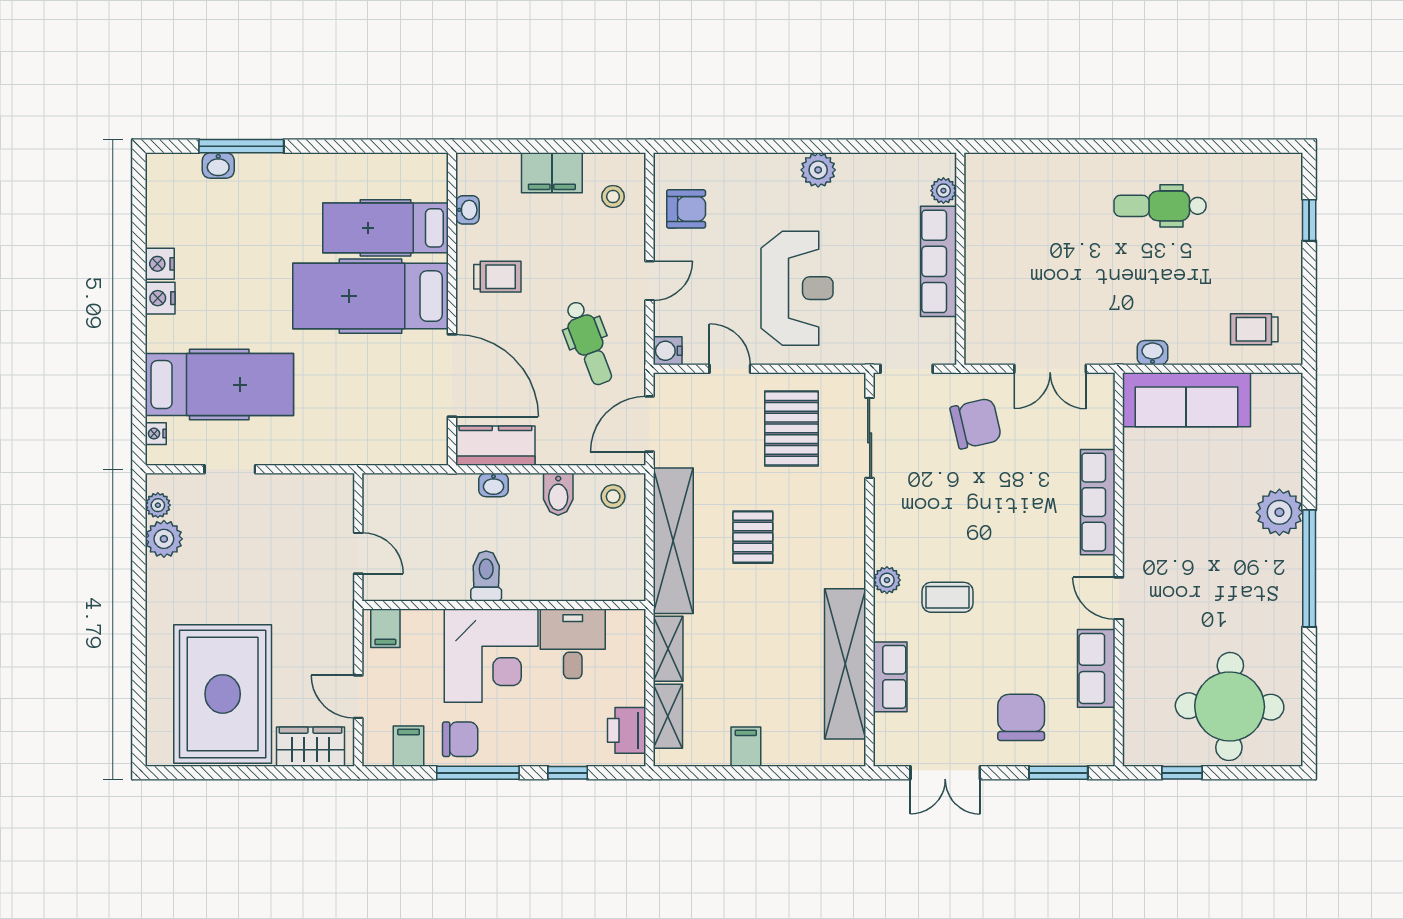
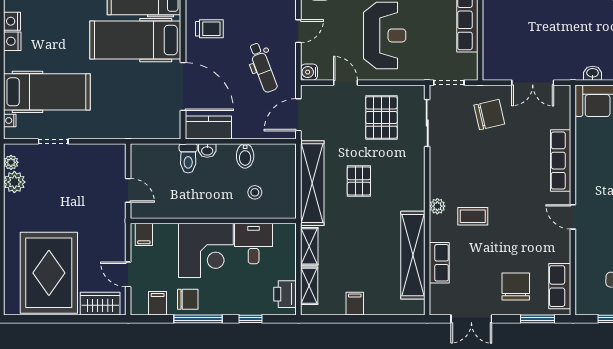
stool: (613, 496) -> (255, 192), moved
toilet: (486, 576) -> (188, 158), moved, turned 180
row of seats: (1096, 668) -> (560, 286), moved

